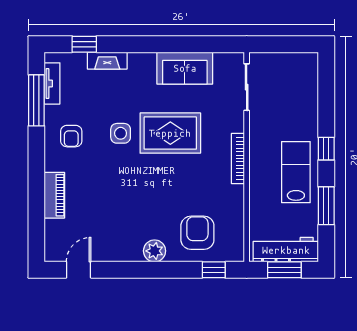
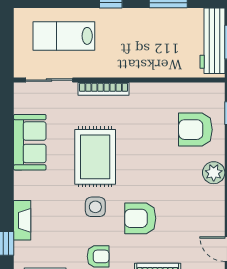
bookcase: (238, 159) -> (104, 89), moved
lab bench: (296, 172) -> (64, 36), moved
armchair: (109, 178) -> (140, 218), added

